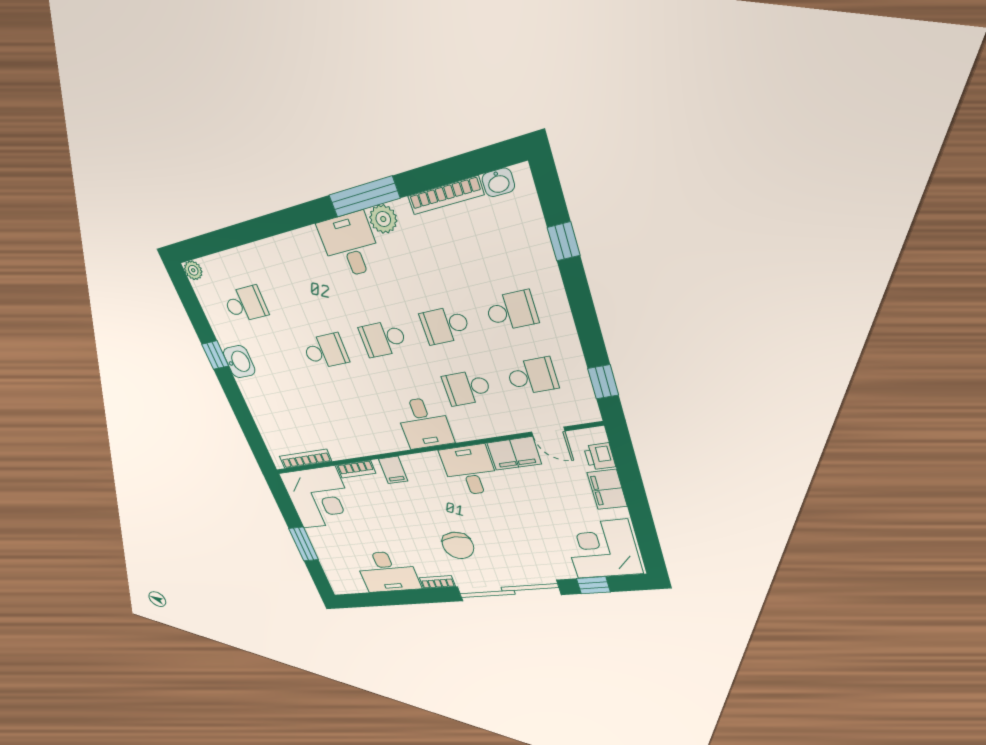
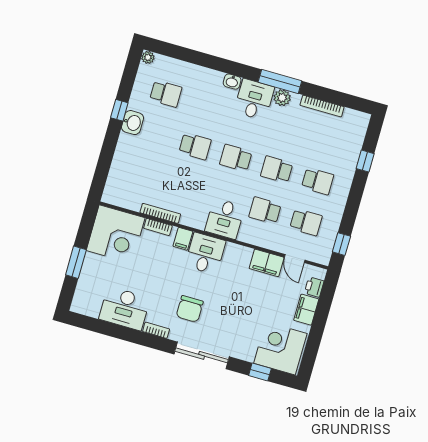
washbasin: (498, 182) -> (232, 82), moved
bookcase: (305, 459) -> (160, 213), moved
desk: (470, 470) -> (205, 253), moved
sliding door: (508, 591) -> (202, 355), width x0.73

